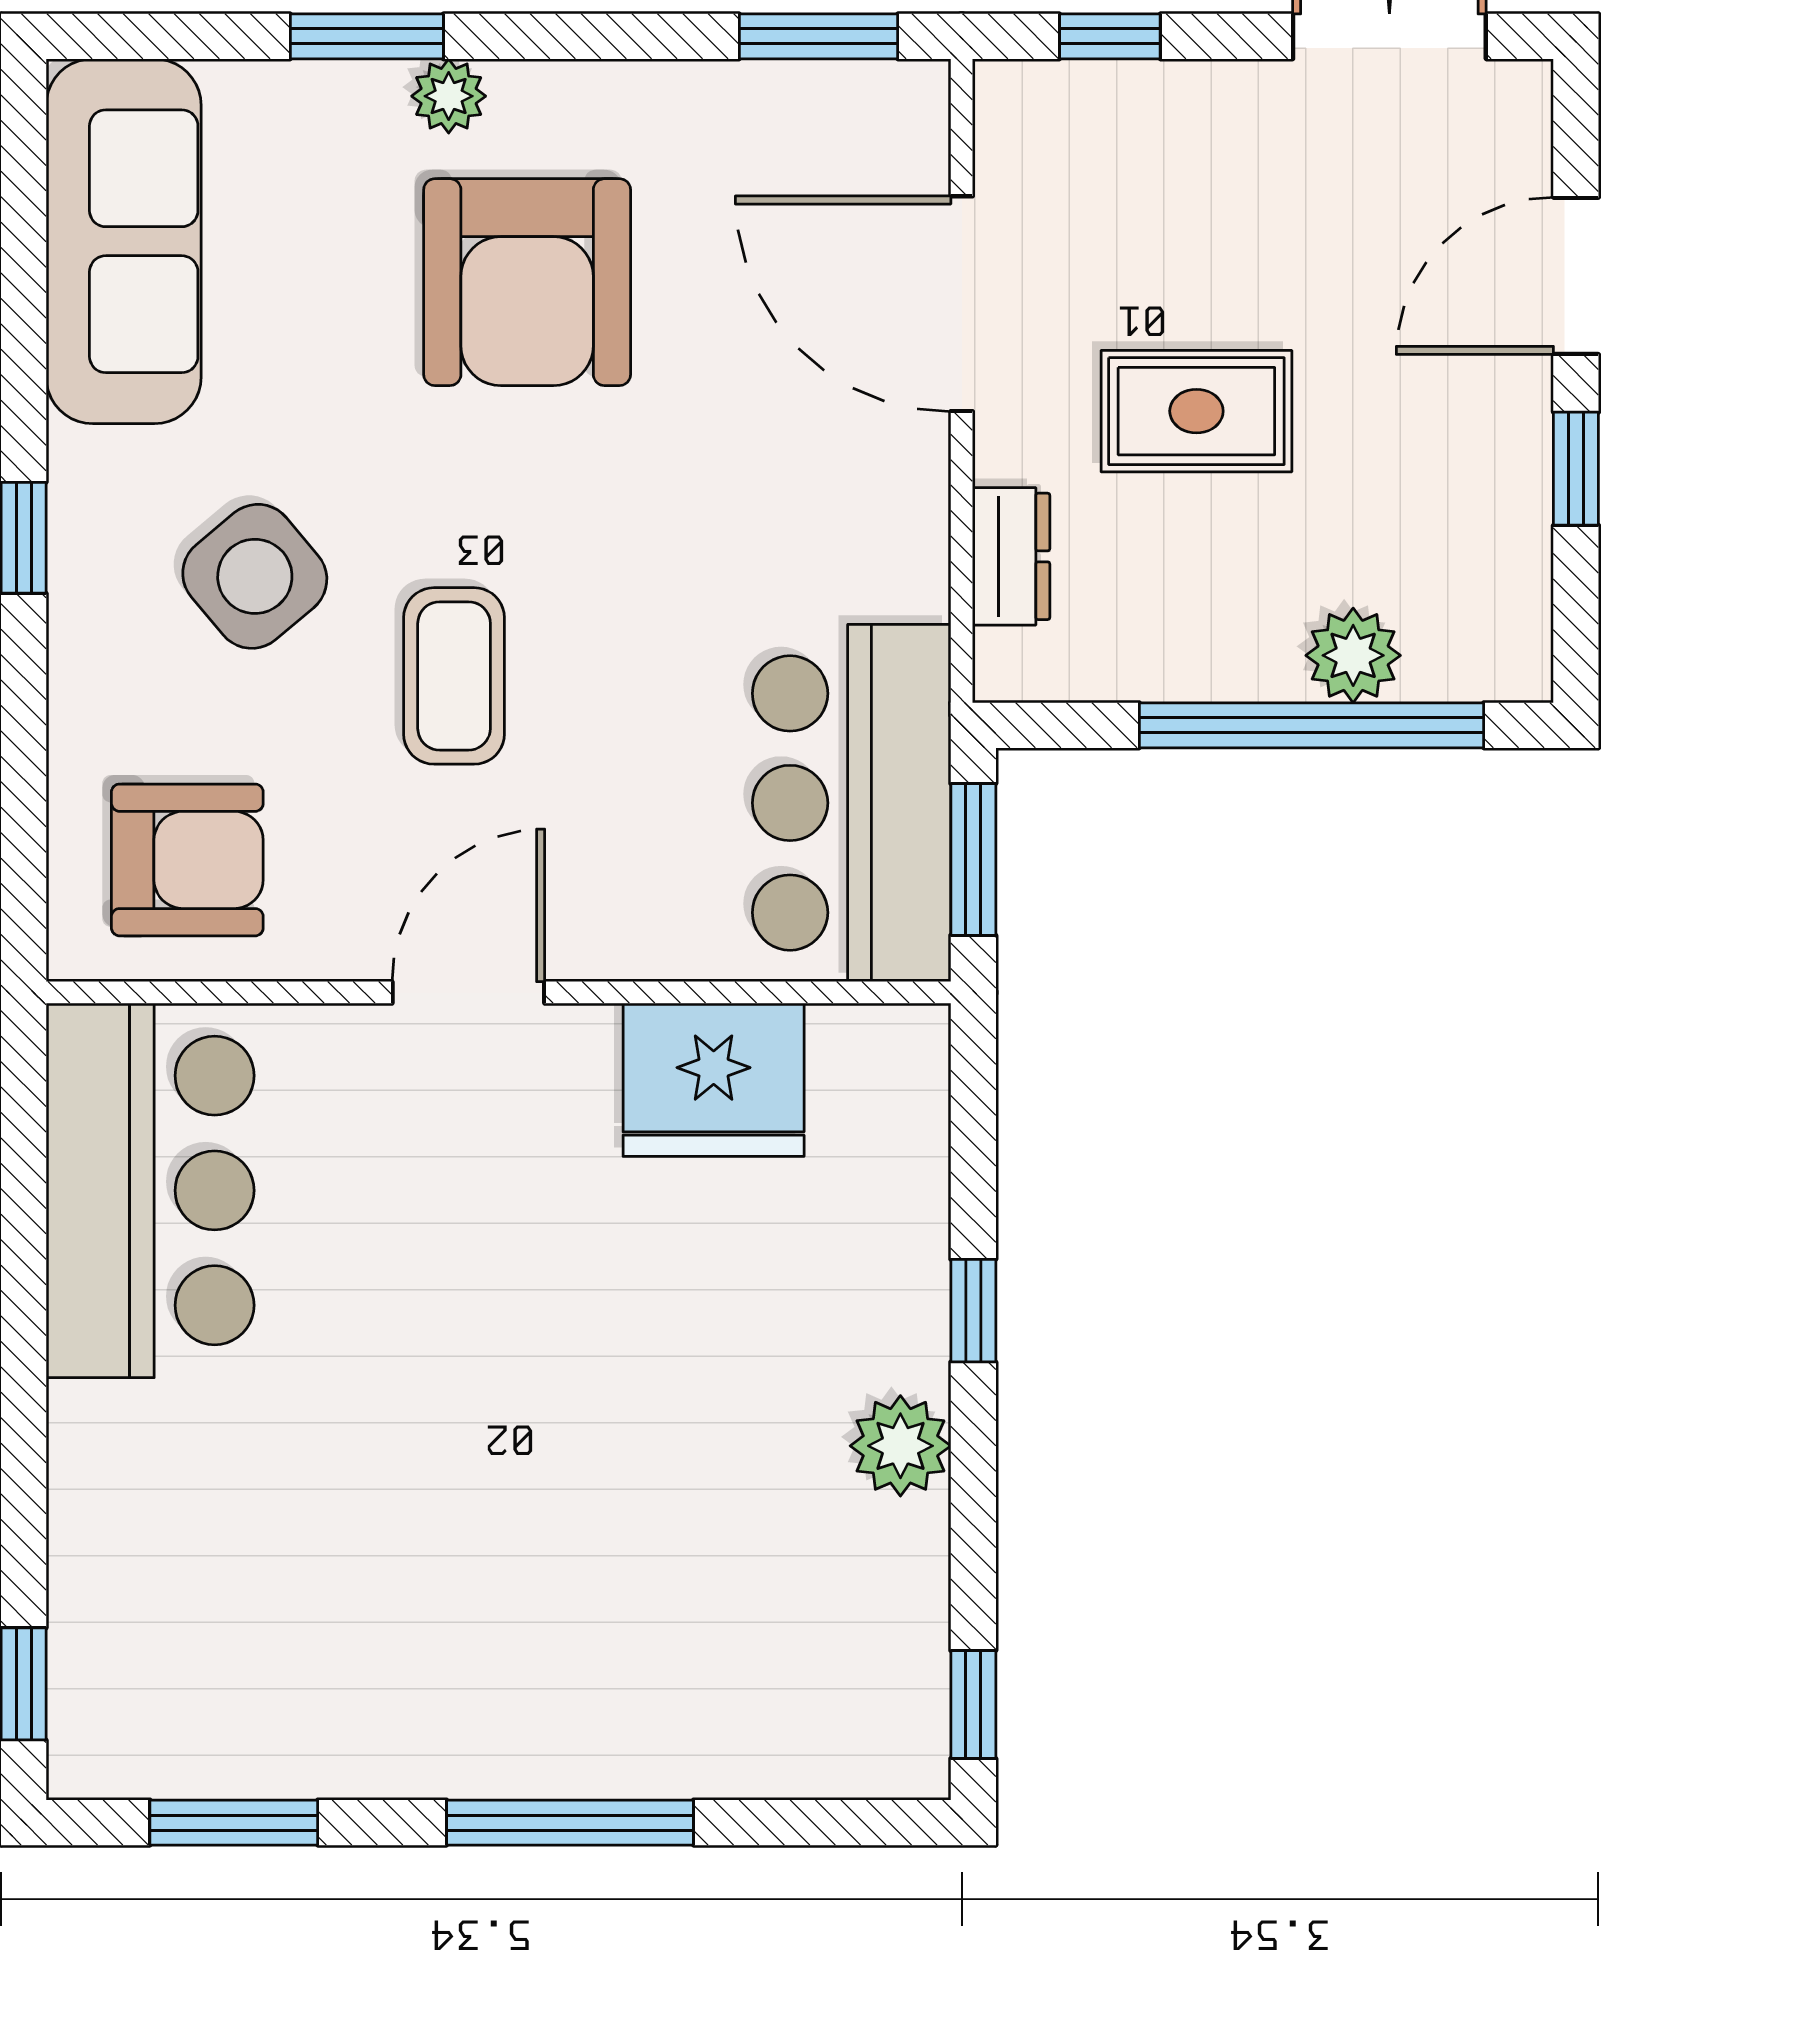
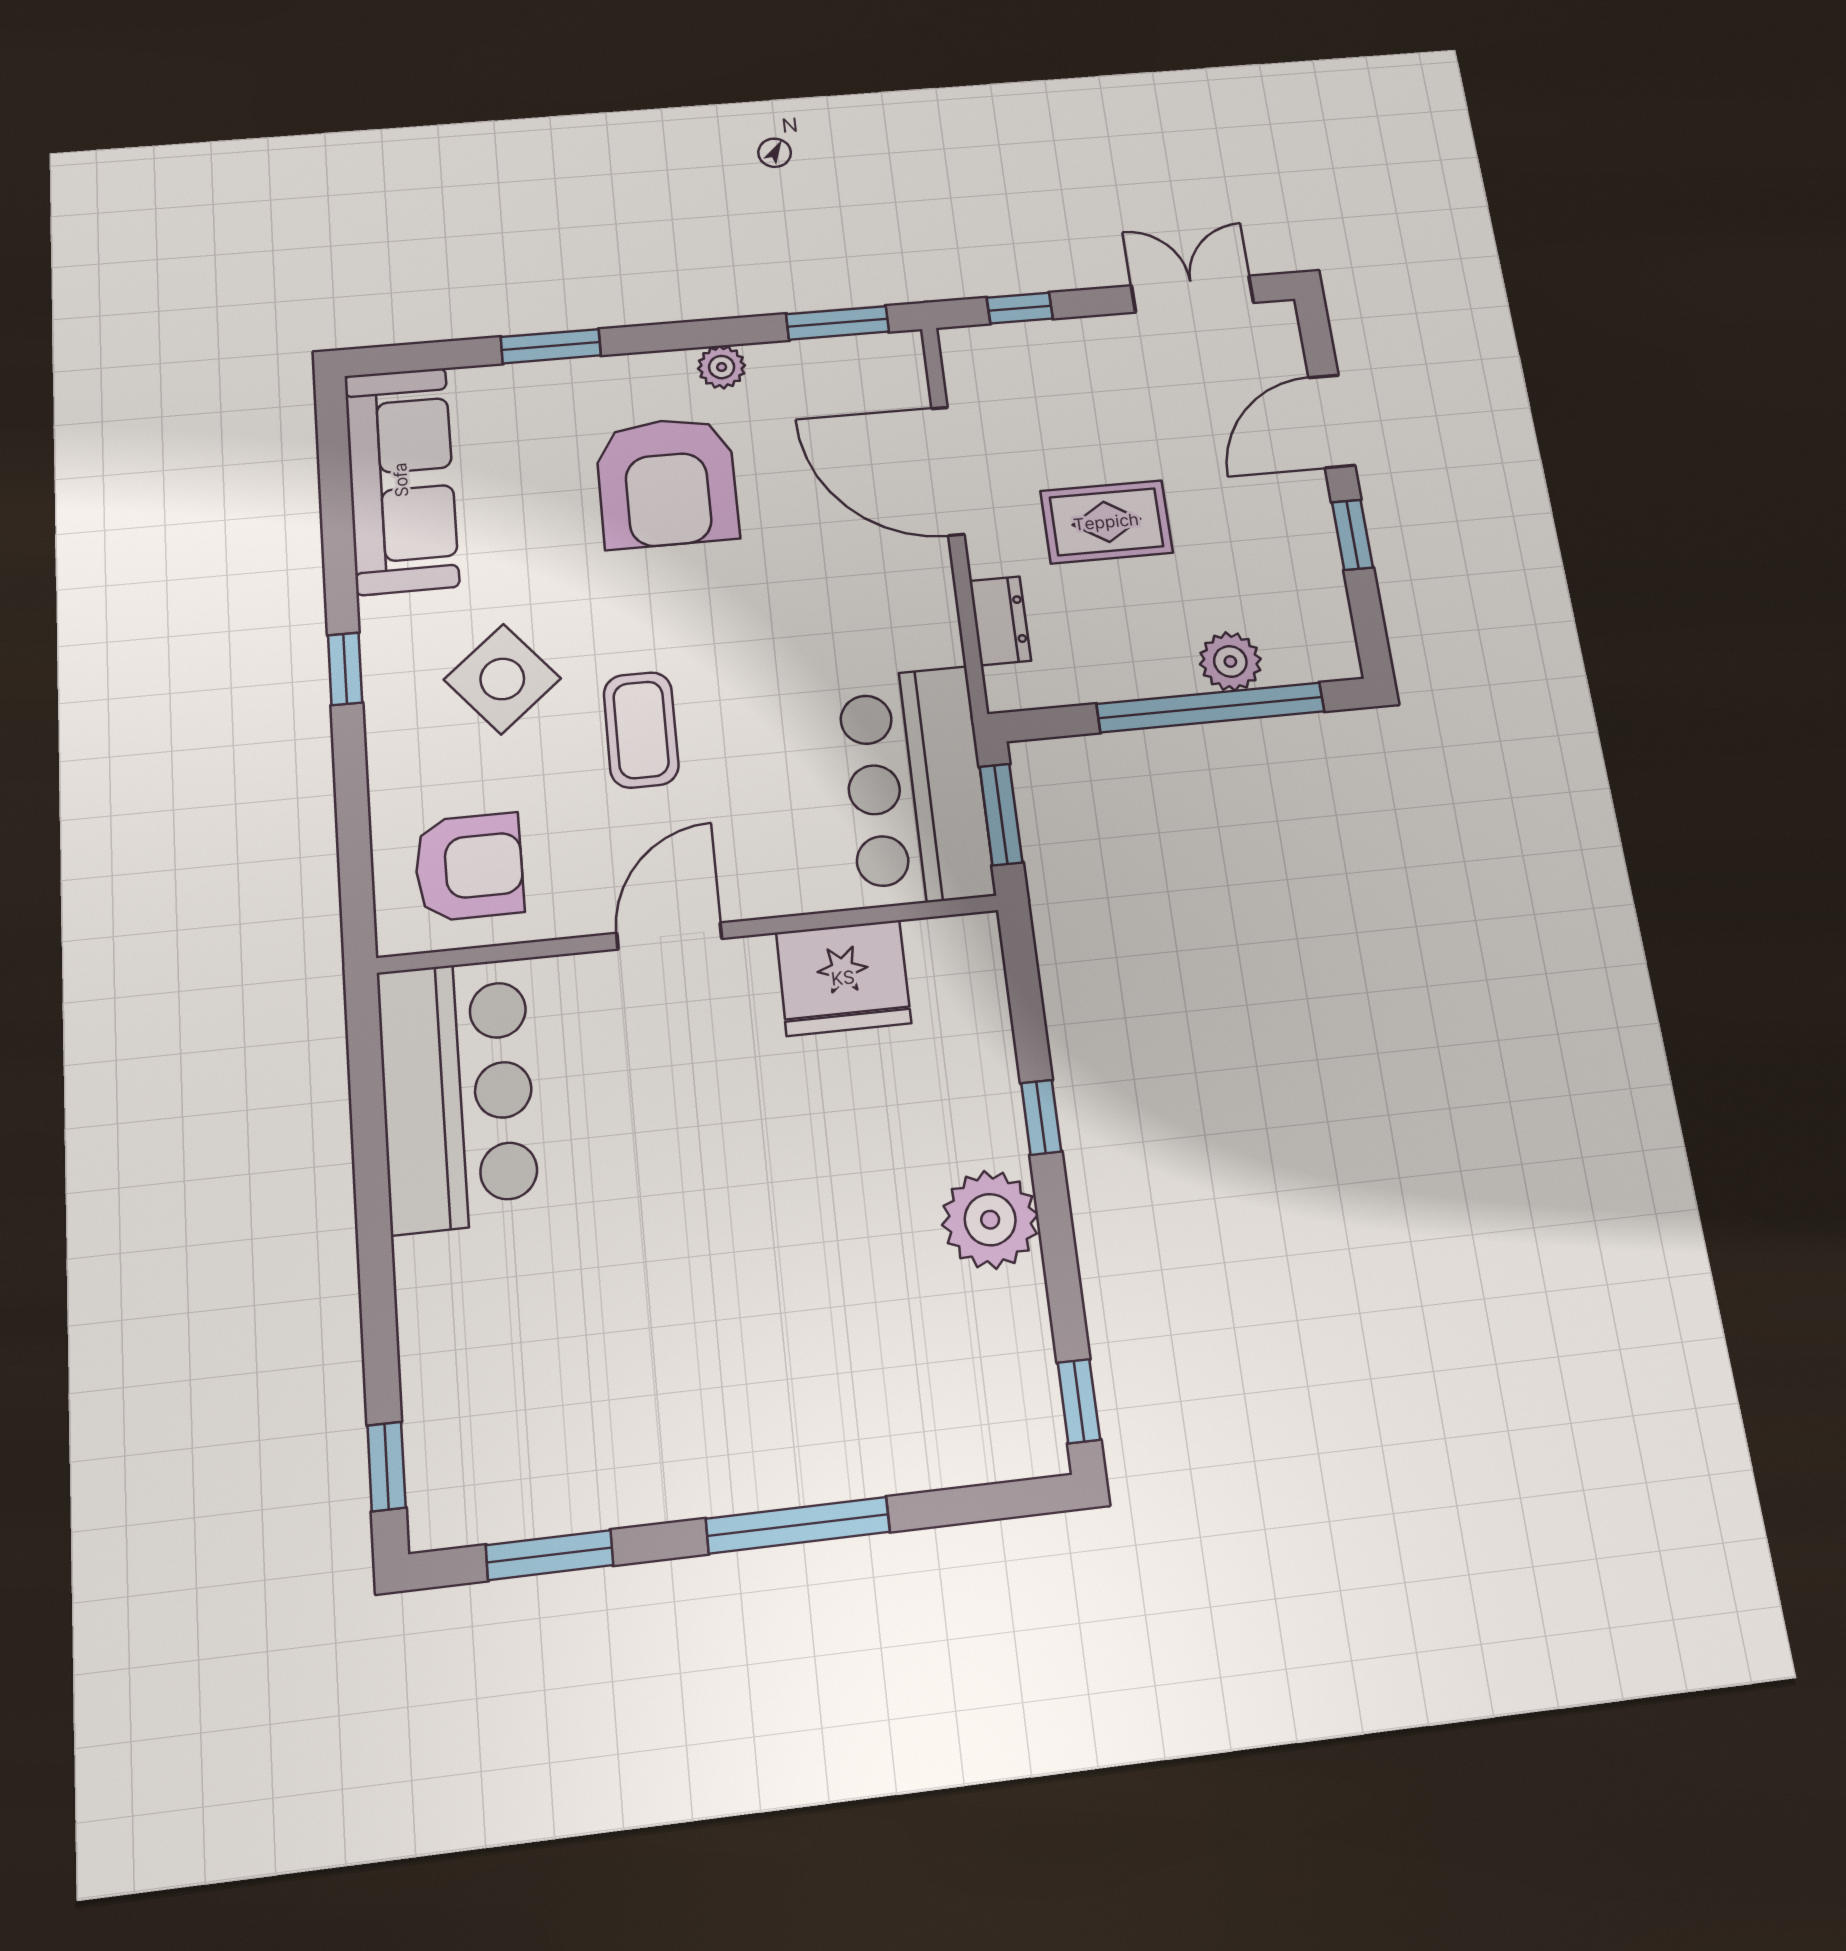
plant: (449, 96) -> (722, 367), moved
plant: (900, 1446) -> (990, 1220), width x1.36, depth x1.36

